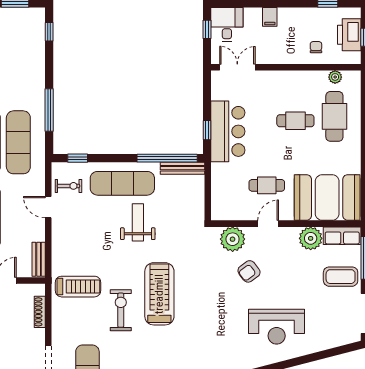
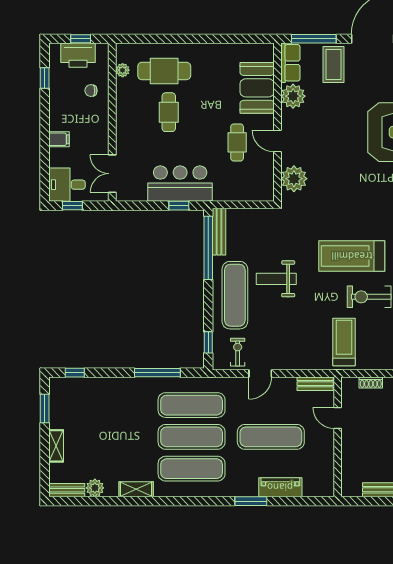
booth: (327, 197) -> (257, 88), width x0.73, depth x0.70
armchair: (249, 271) -> (328, 161), removed
shoe rack: (40, 312) -> (371, 382), width x0.70

